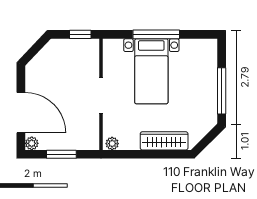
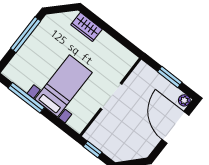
window: (156, 34) -> (26, 98), moved
wardrobe: (164, 141) -> (86, 27), width x0.67
plant: (112, 144) -> (129, 57), removed

